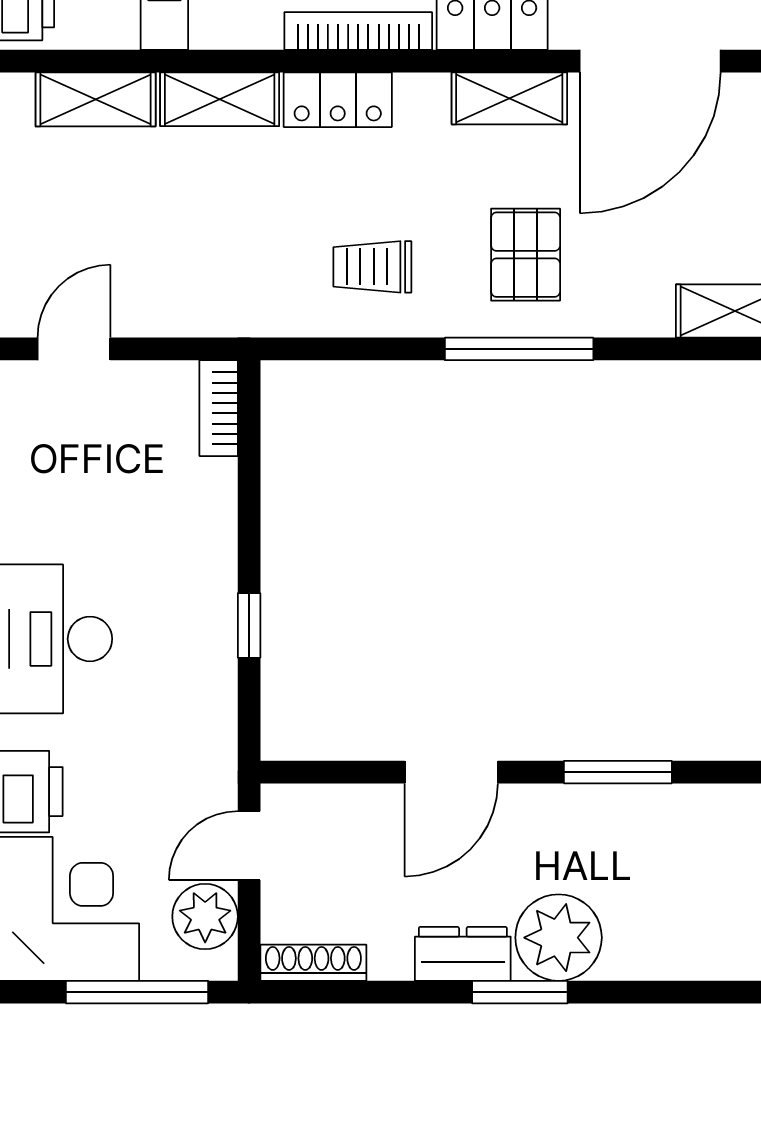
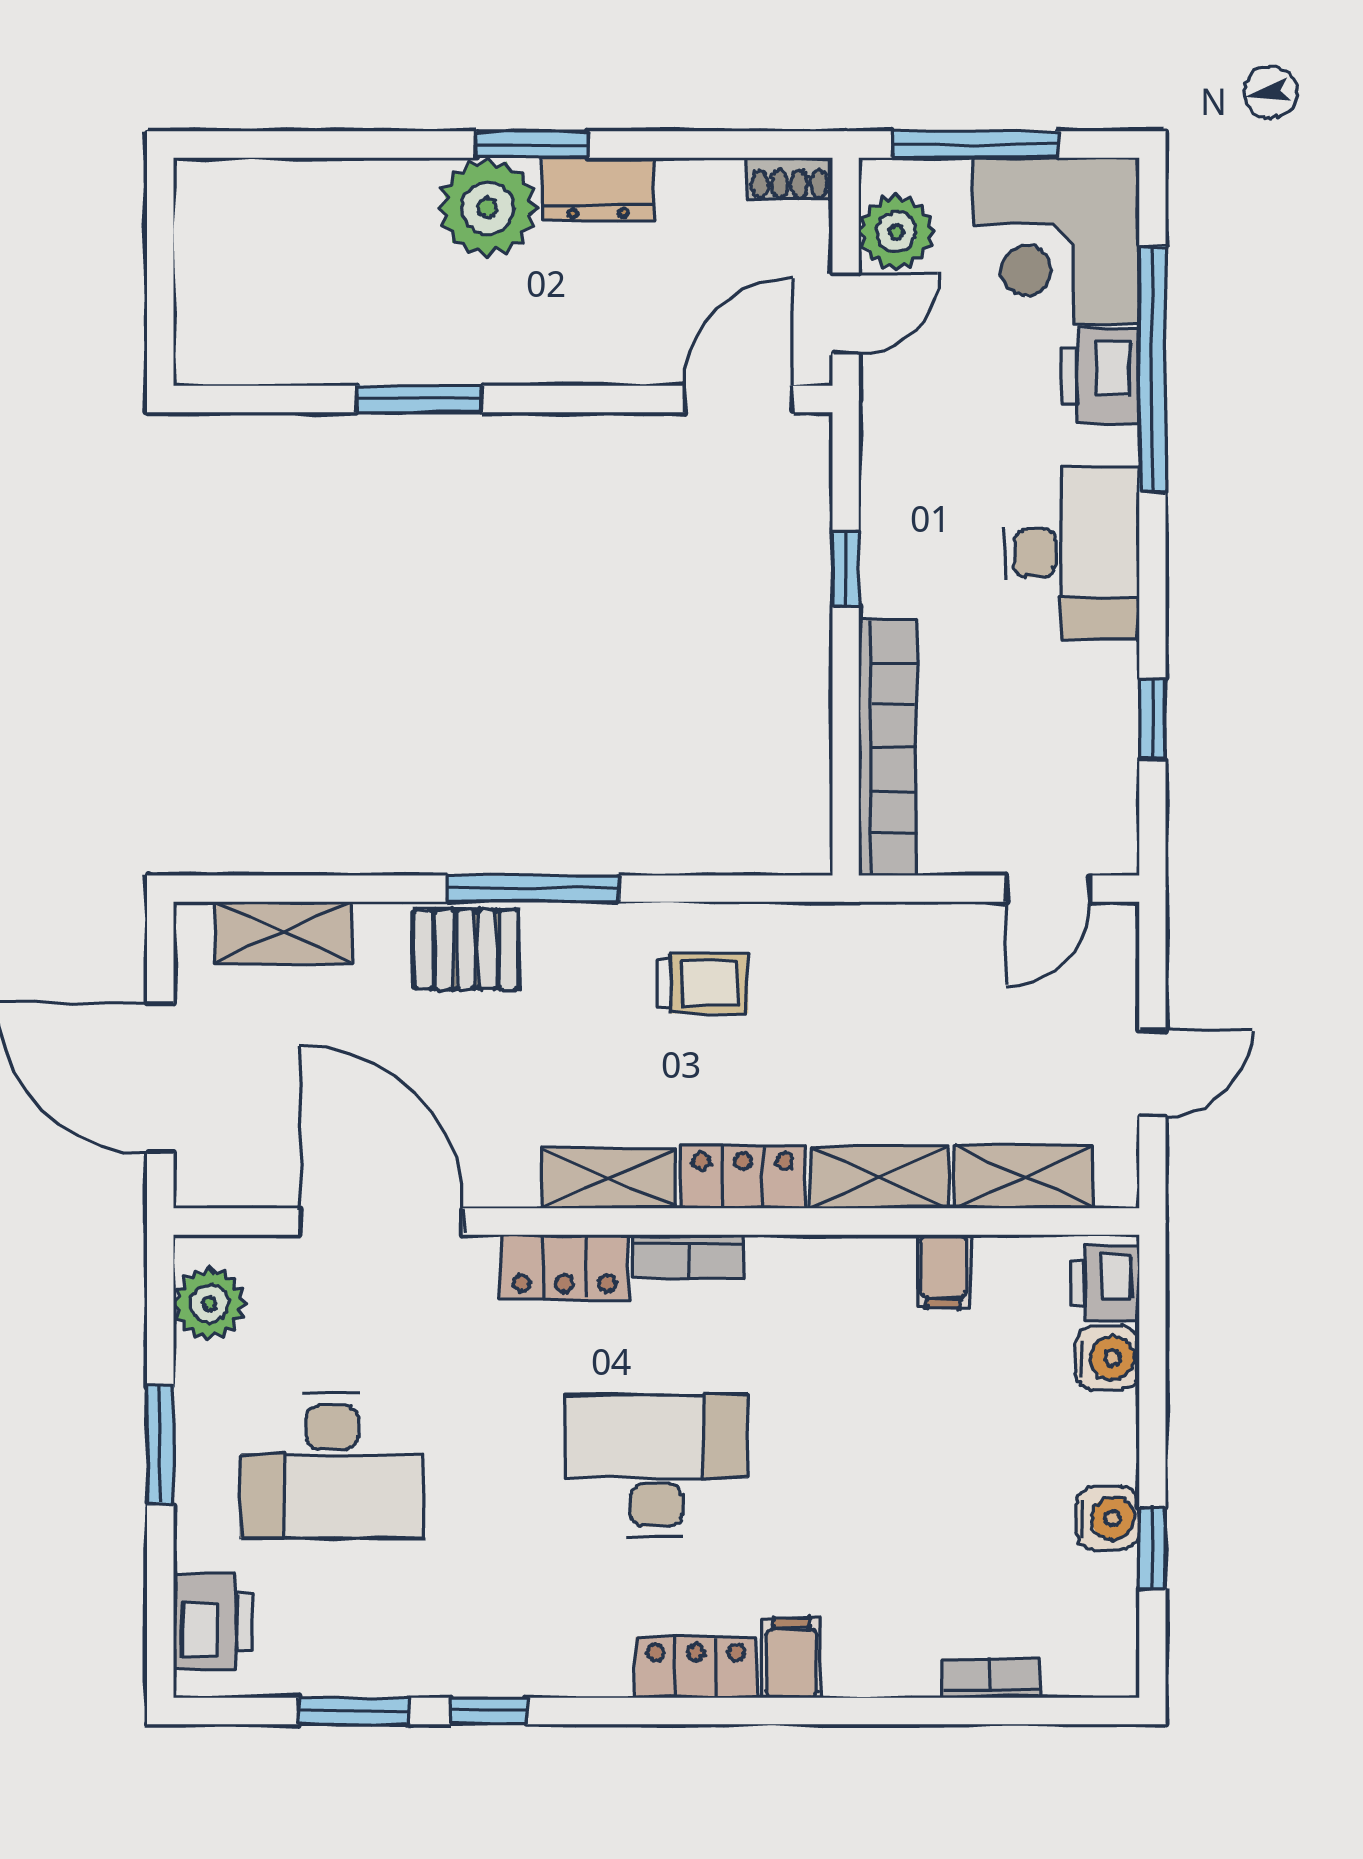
bookcase: (358, 31) -> (688, 1256), width x0.64
door: (650, 61) -> (381, 1221), hinge flipped
shelving: (509, 98) -> (608, 1178), moved
pallet: (526, 255) -> (466, 949), moved, turned 90
bookcase: (219, 408) -> (888, 747), width x2.31, depth x1.31
door: (451, 772) -> (738, 399), moved
shoe rack: (313, 963) -> (790, 178), width x0.70

